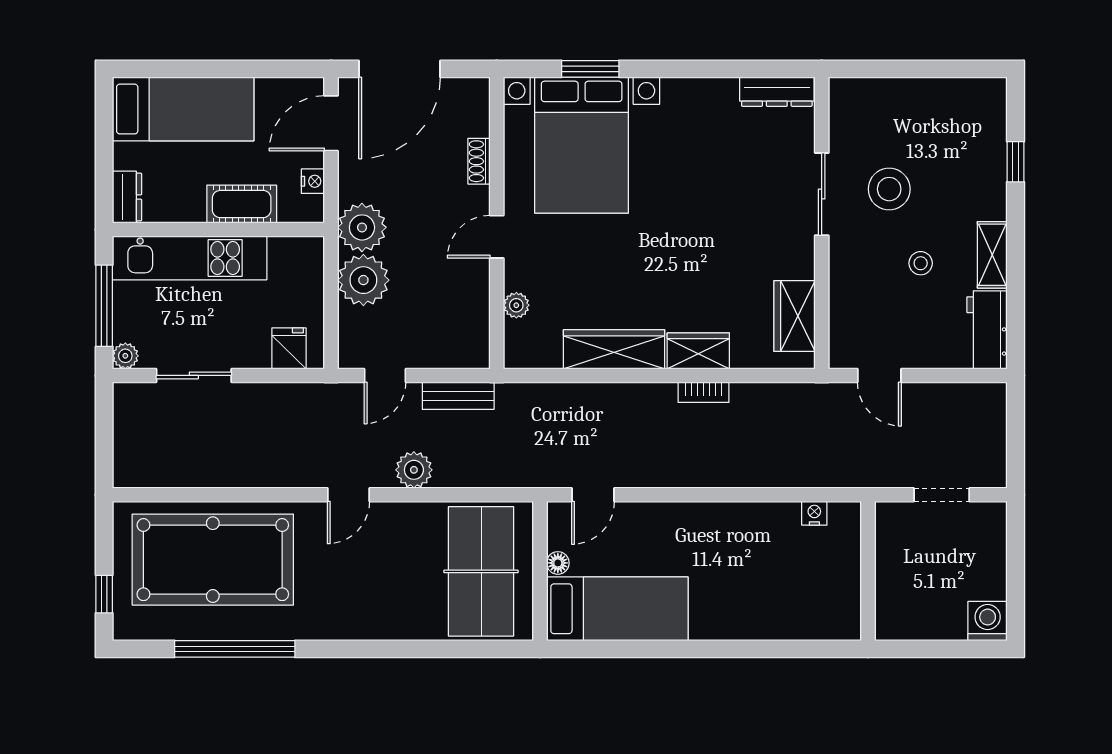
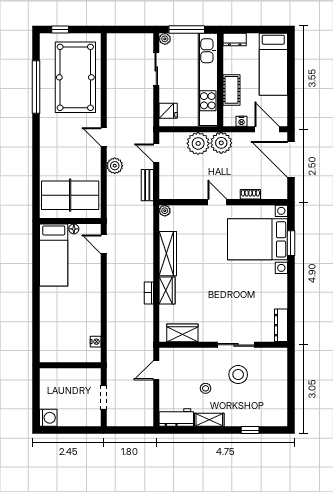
kitchen unit: (190, 258) -> (208, 79), width x1.36
plant: (516, 305) -> (165, 211), moved

